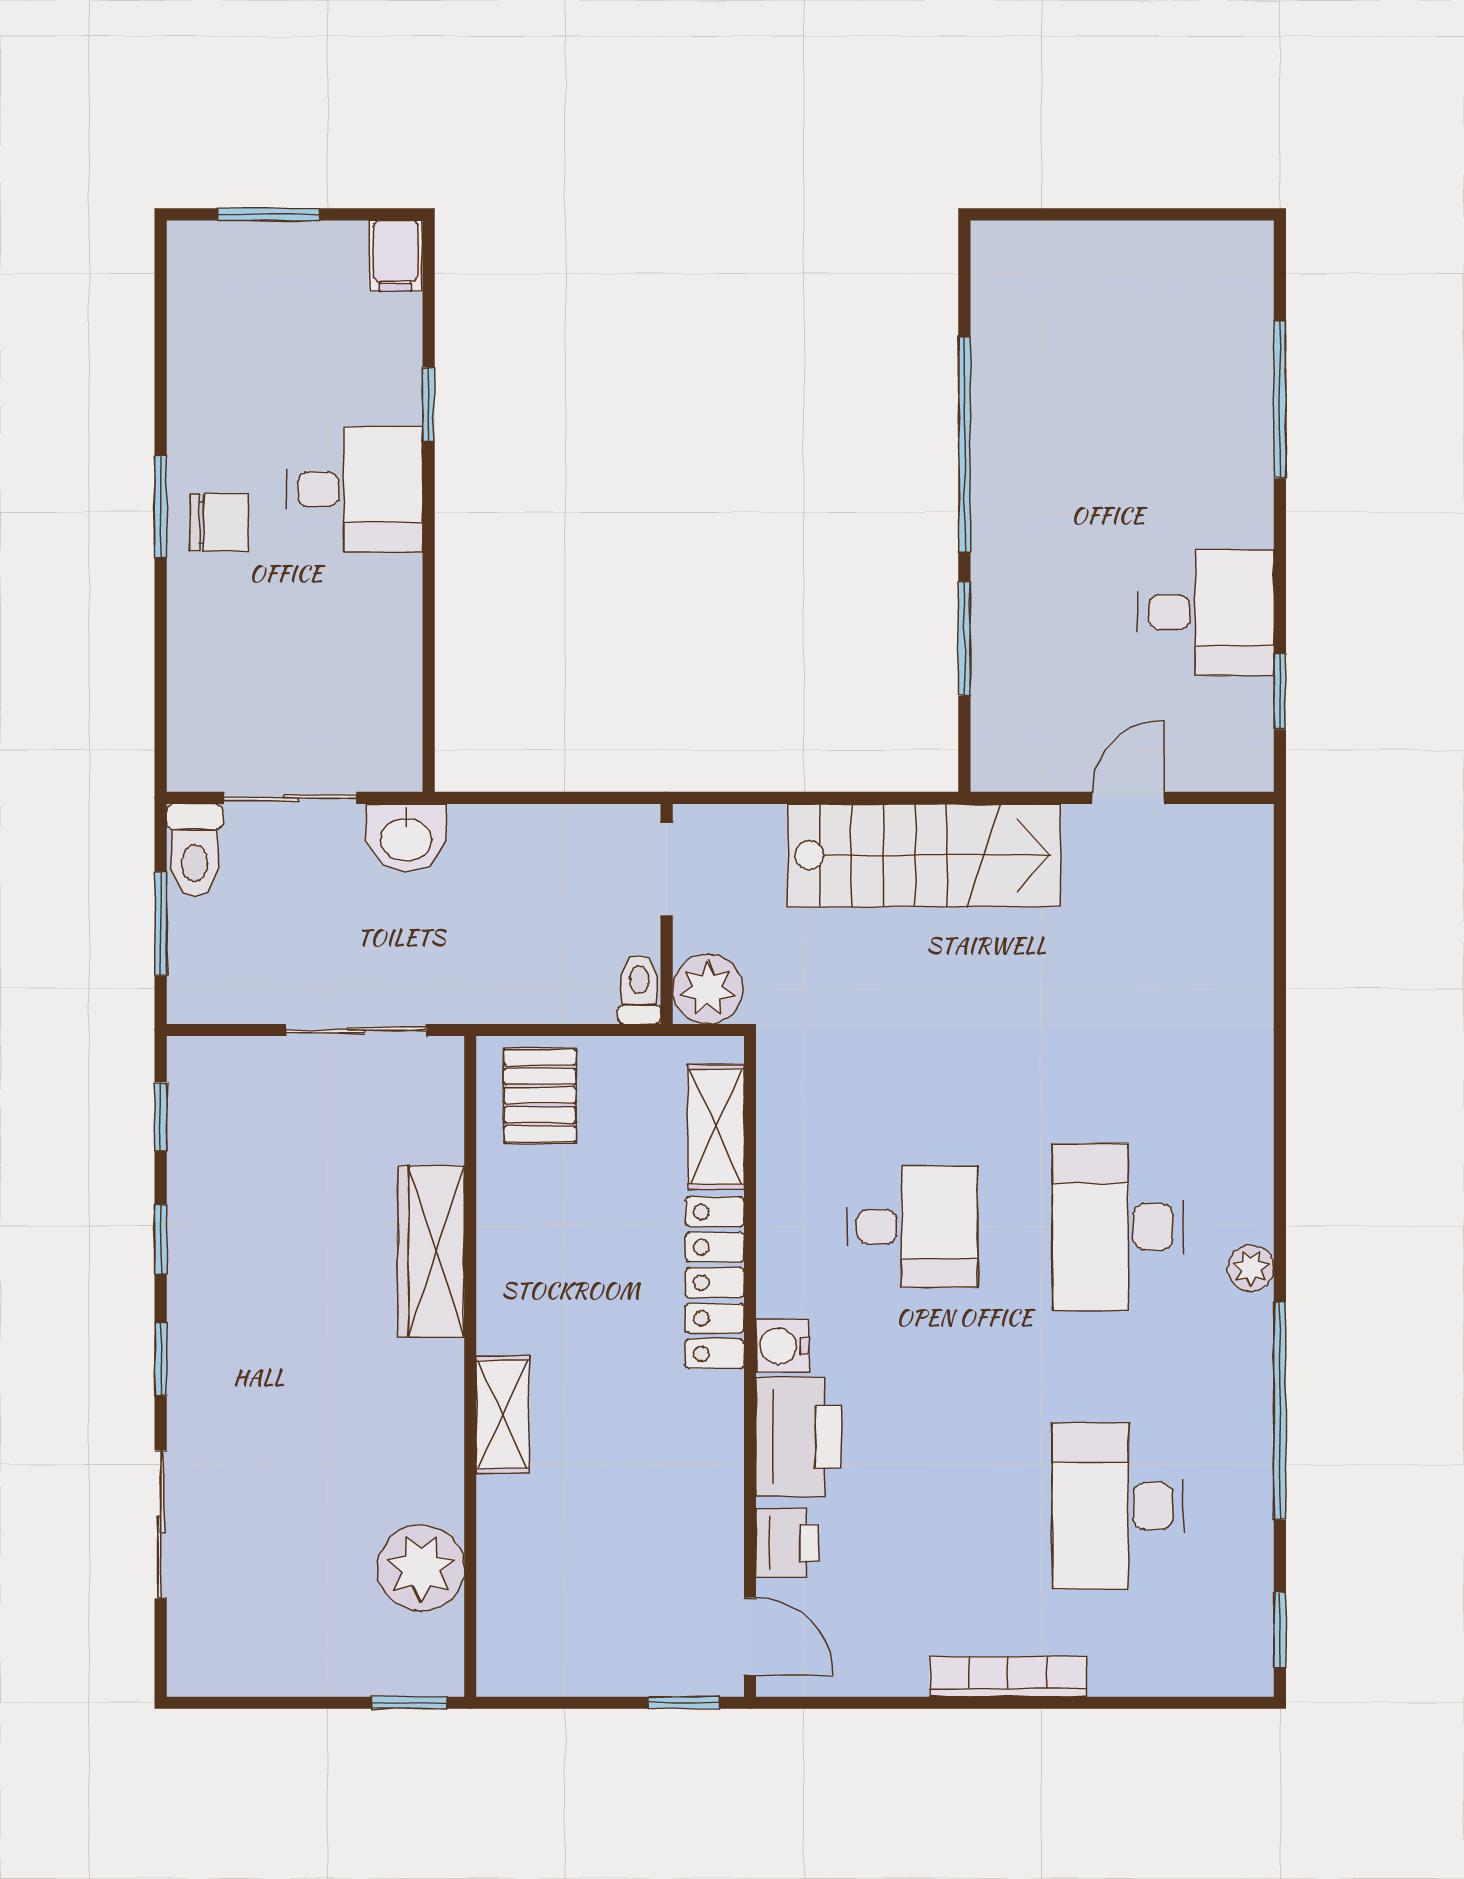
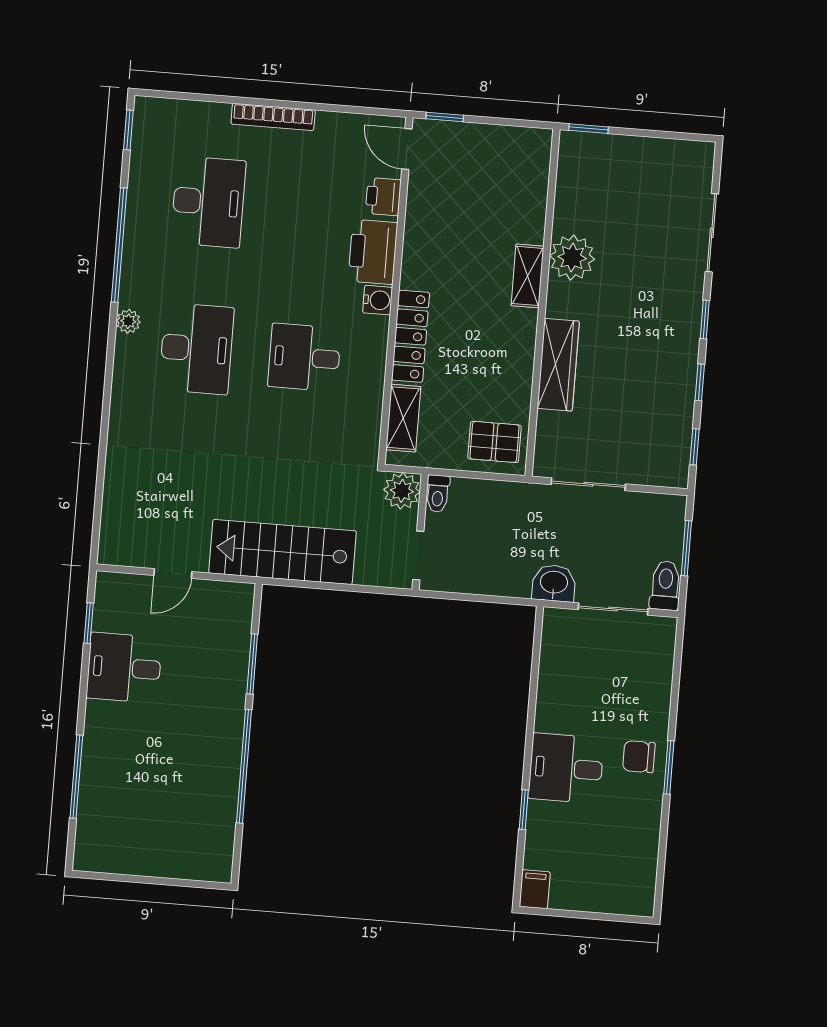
window: (269, 214) -> (600, 916), removed
pallet: (540, 1096) -> (495, 442), turned 90
plant: (421, 1568) -> (572, 258), moved

